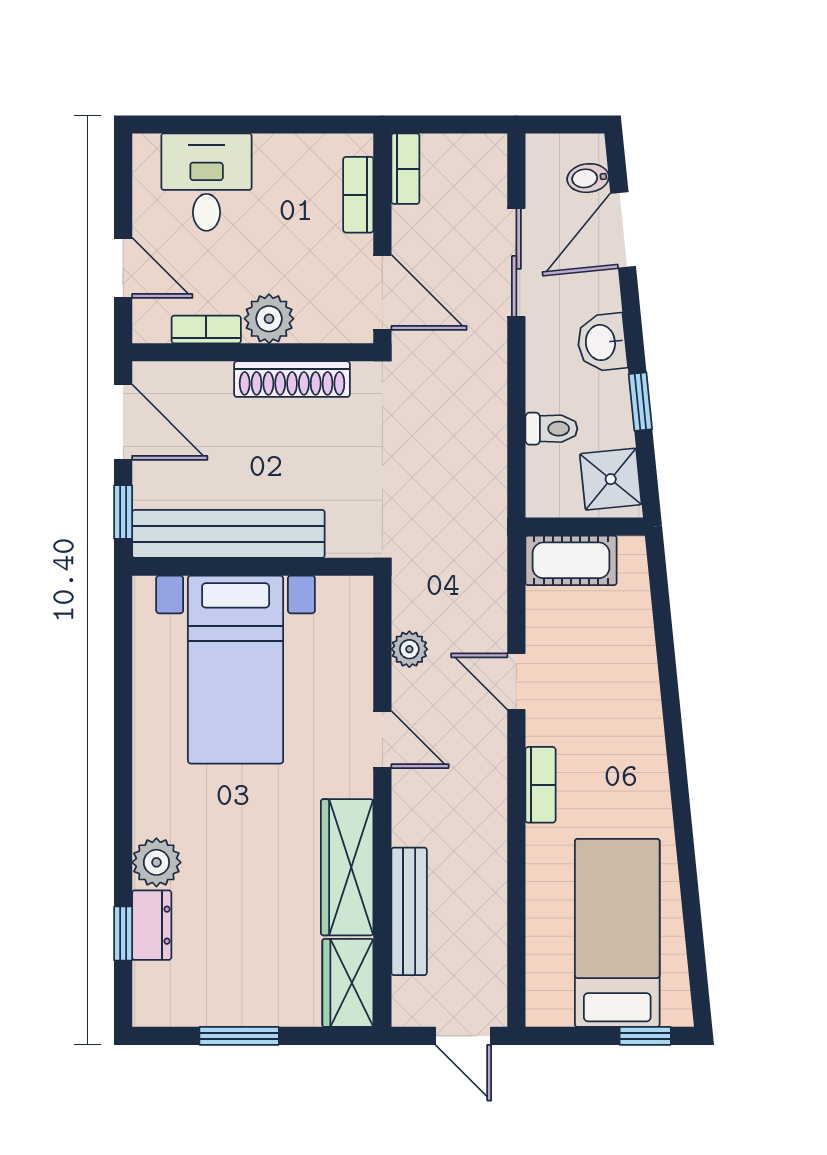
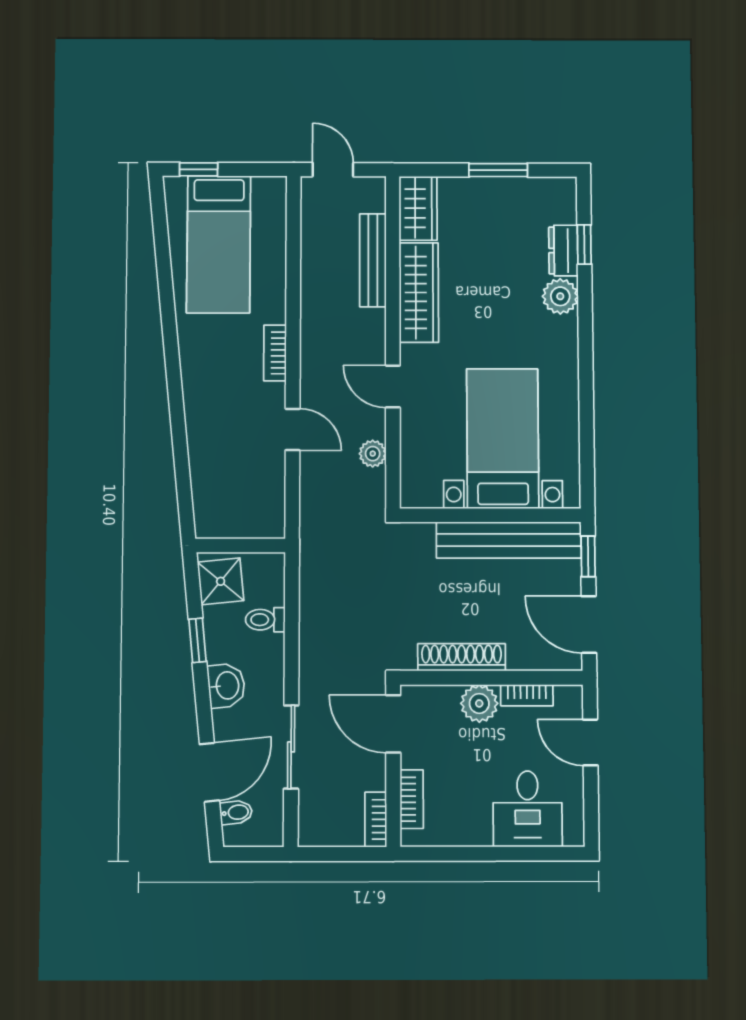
cot: (571, 560) -> (251, 520), removed

